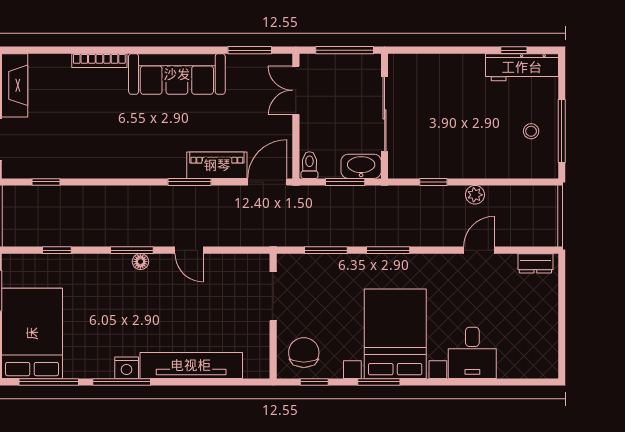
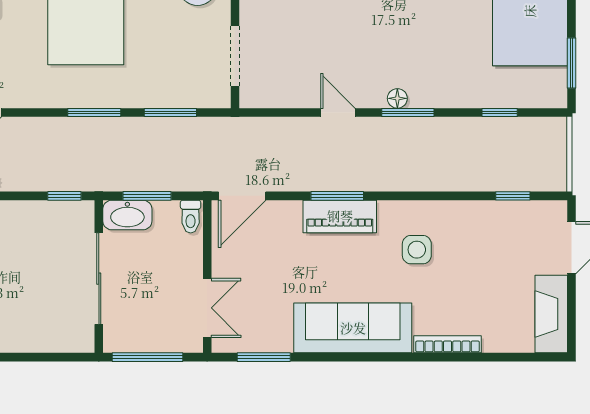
side table: (125, 138) -> (417, 250), added
piano: (217, 165) -> (340, 216), moved
window: (433, 182) -> (64, 196), moved

